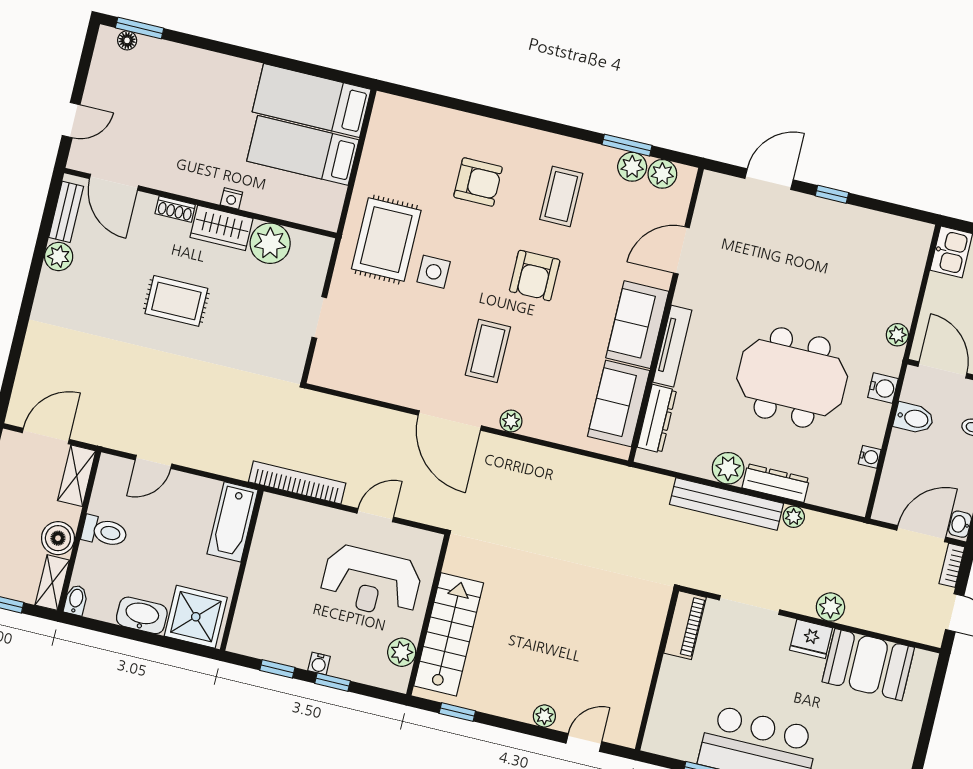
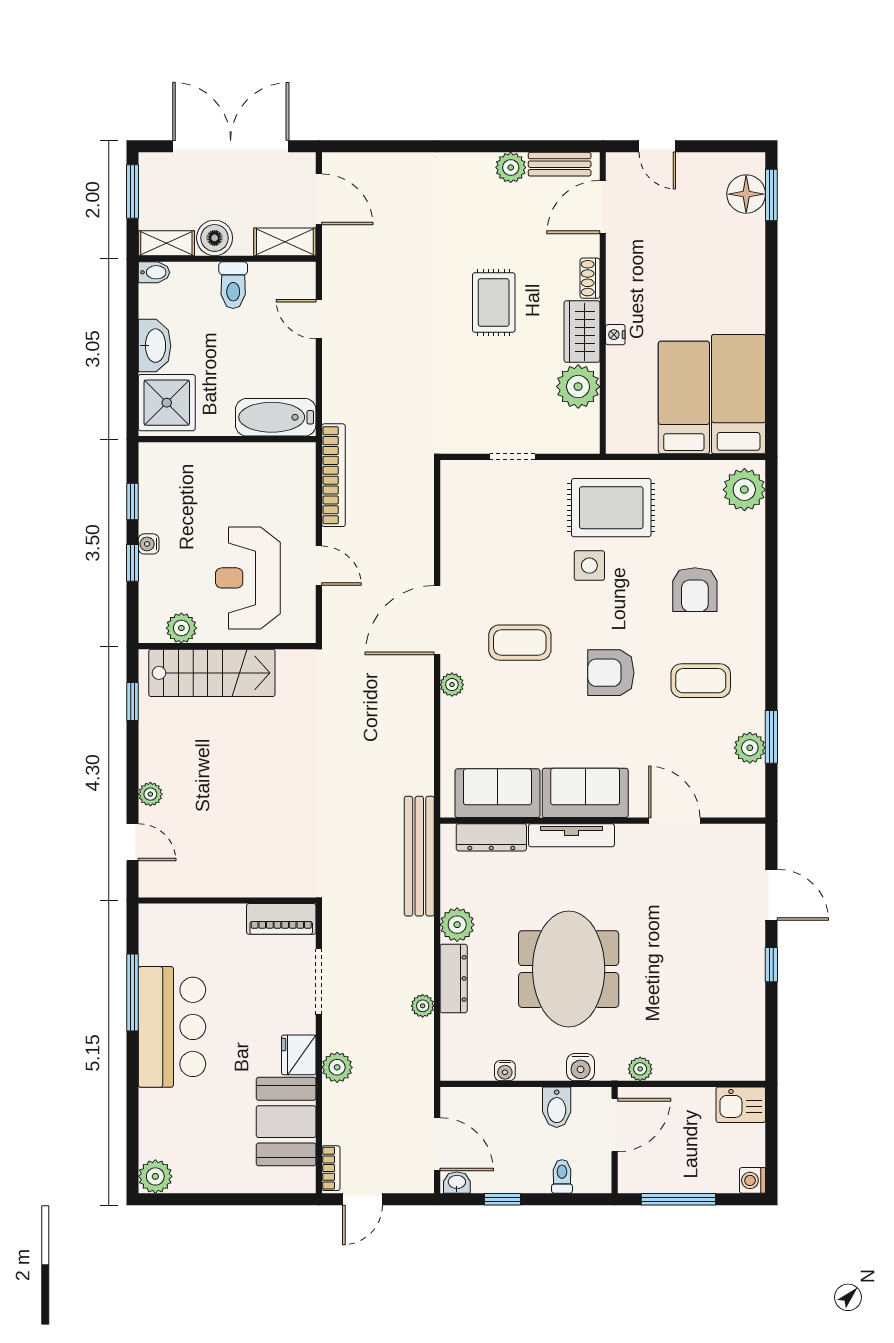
floor lamp: (127, 40) -> (746, 194), width x1.89, depth x1.89
plant: (662, 174) -> (744, 490), moved, width x1.36, depth x1.36
bench: (726, 504) -> (419, 856), moved
bookcase: (952, 565) -> (331, 1168), moved, turned 90

